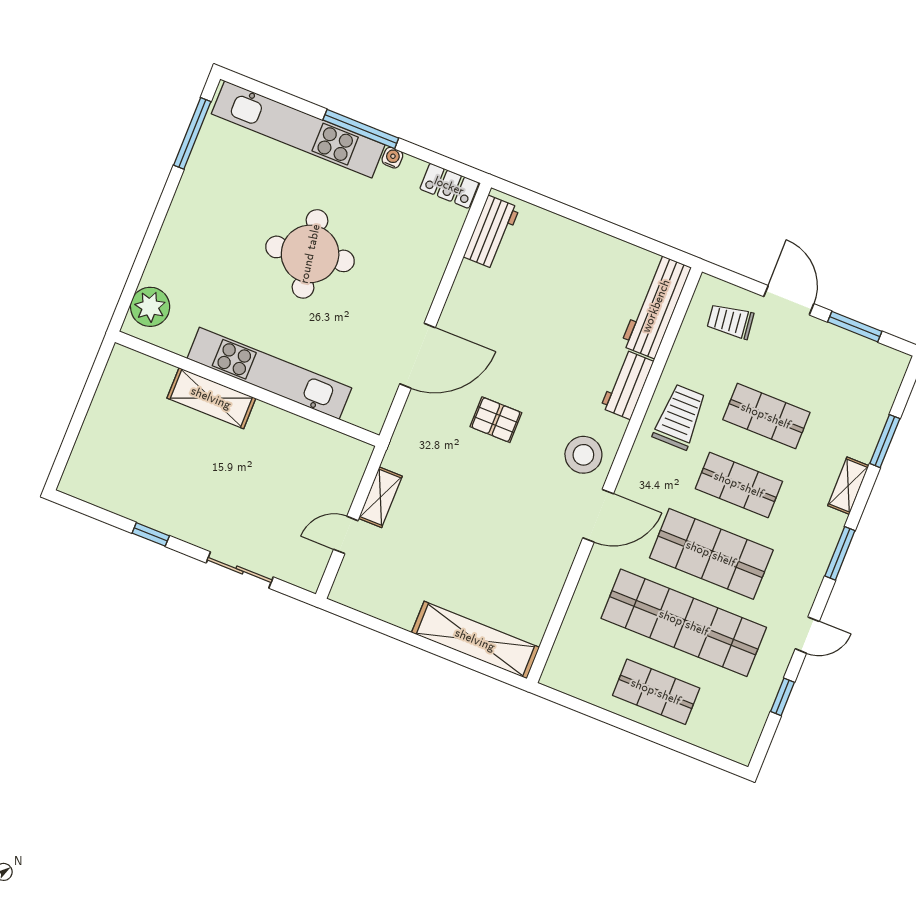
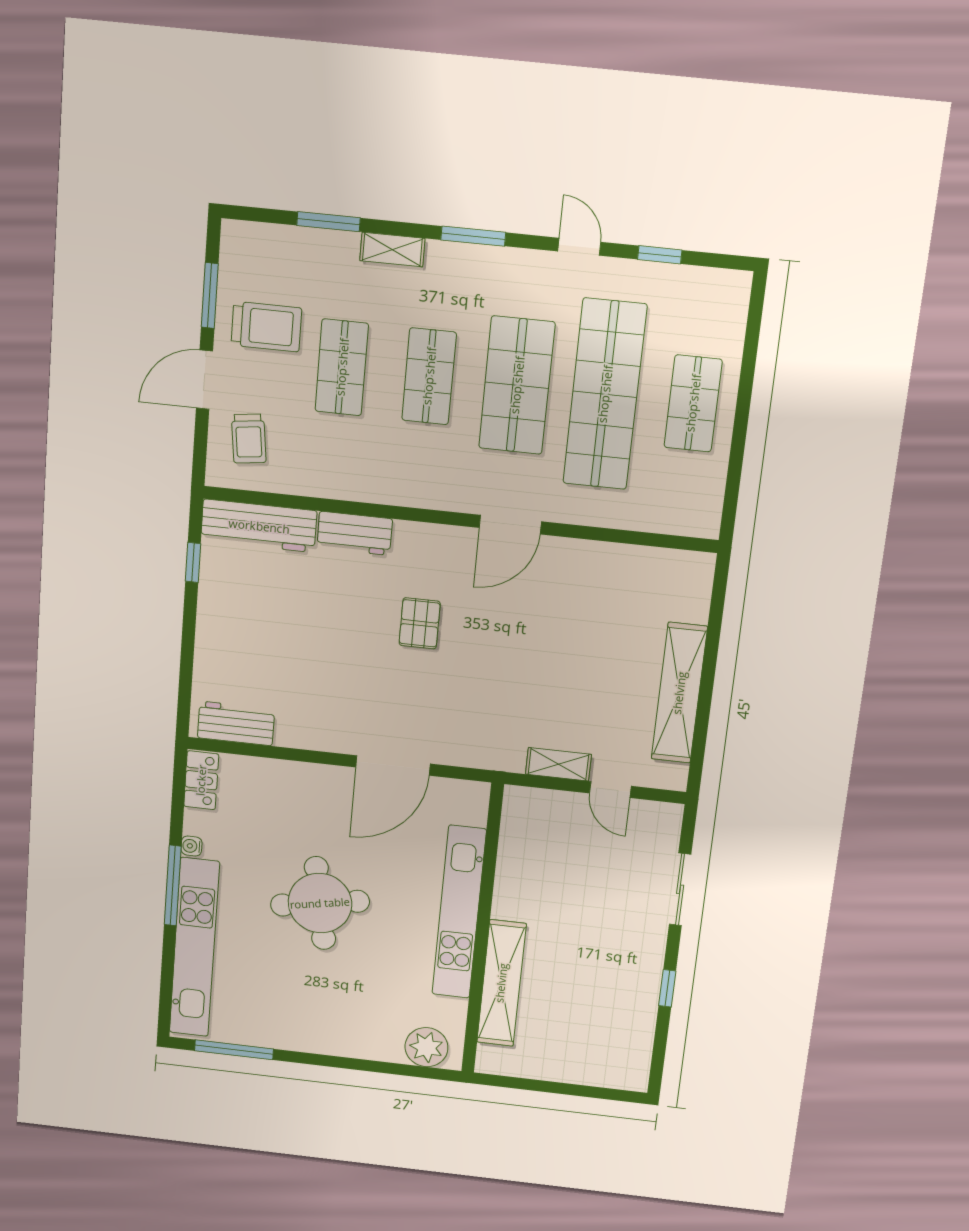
window: (641, 241) -> (193, 562), added
door: (418, 356) -> (393, 766), swing flipped
shelving: (211, 398) -> (501, 983), width x1.47
trolley: (680, 417) -> (266, 327), moved, turned 180
pallet: (496, 420) -> (420, 623), moved
stool: (583, 455) -> (447, 560), removed
door: (598, 516) -> (510, 525), swing flipped
shelving: (475, 640) -> (679, 693), moved

